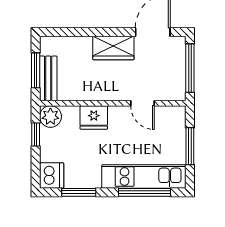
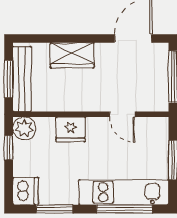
wardrobe: (113, 48) -> (72, 55), moved
bench: (48, 78) -> (22, 79), width x1.36

